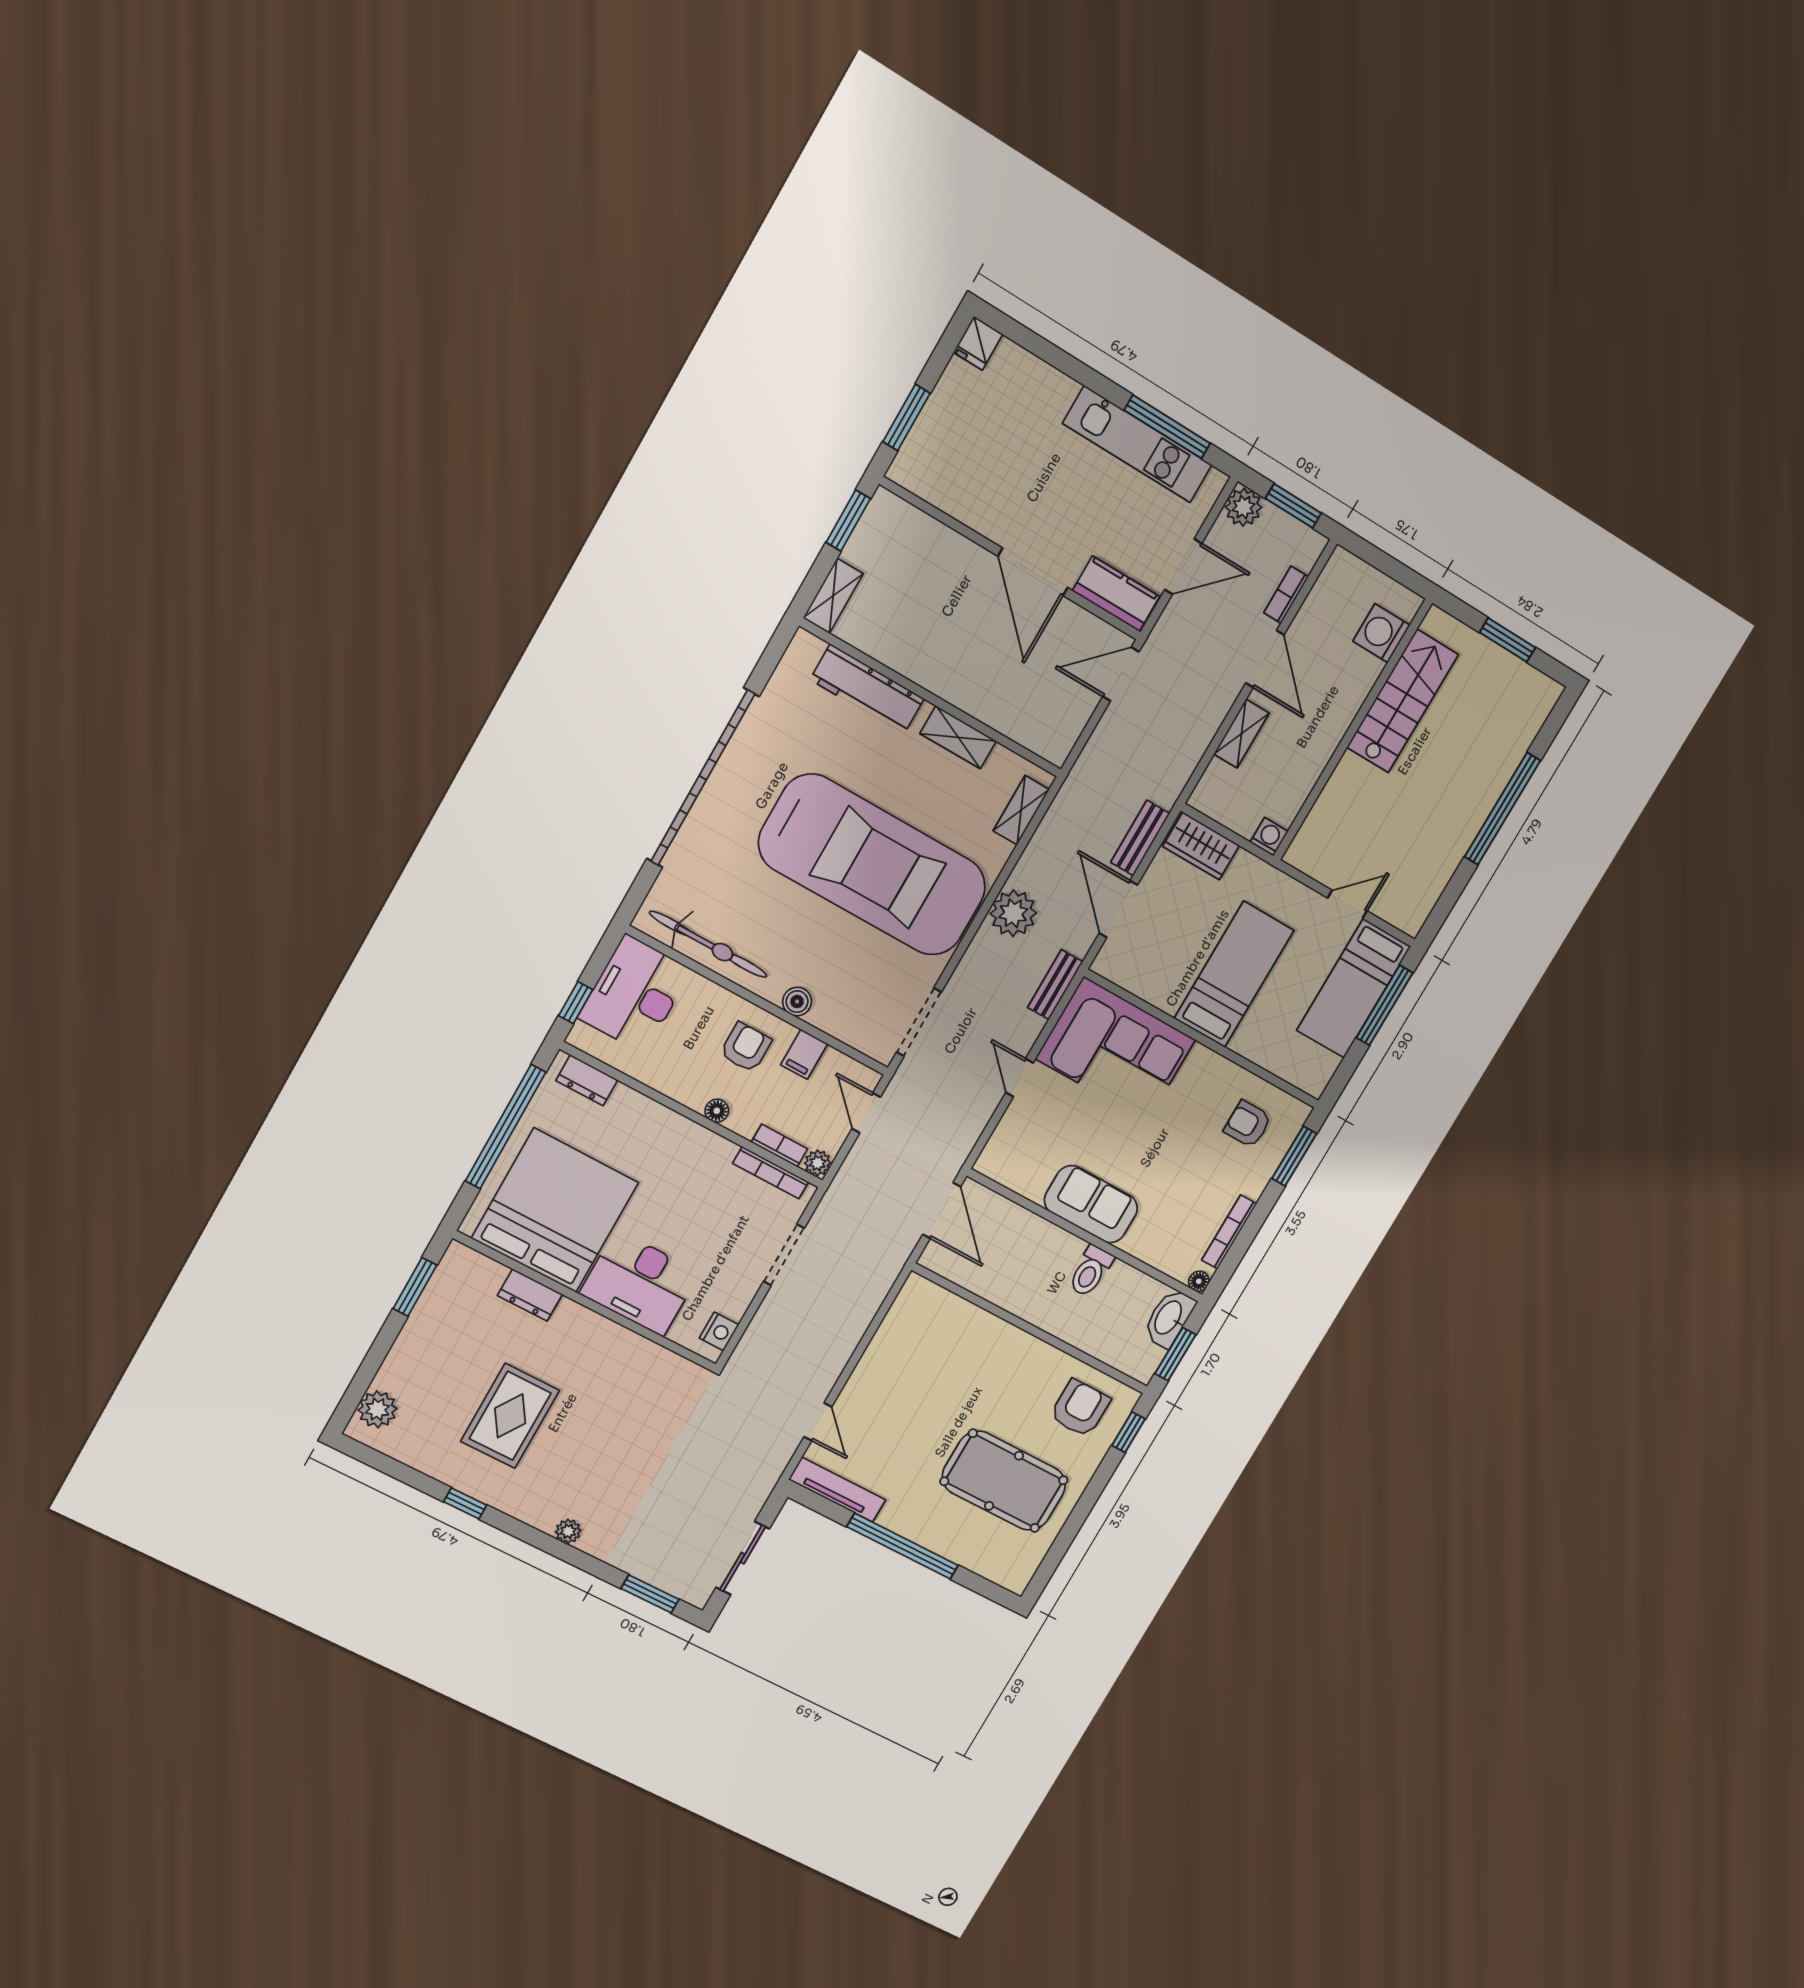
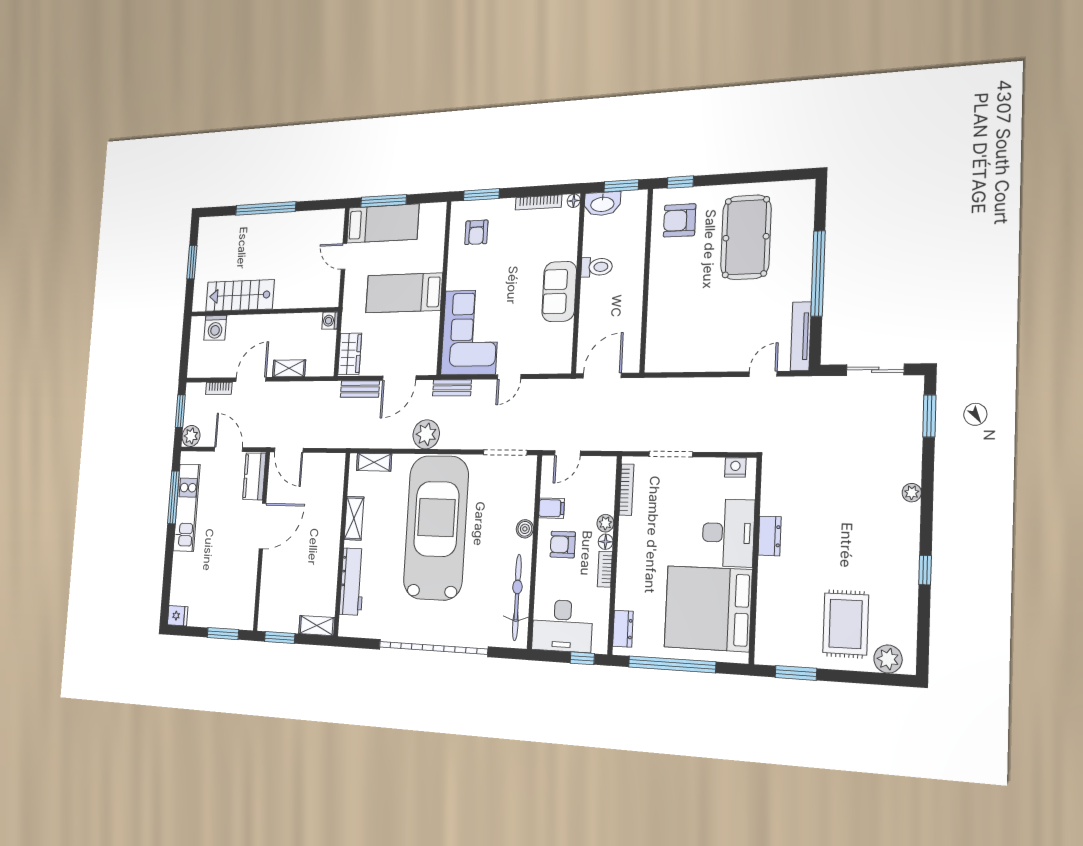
bookcase: (779, 1146) -> (605, 569), moved
plant: (818, 1163) -> (605, 523), moved
dresser: (530, 1295) -> (770, 536), moved
rug: (510, 1416) -> (846, 624), moved, turned 90

